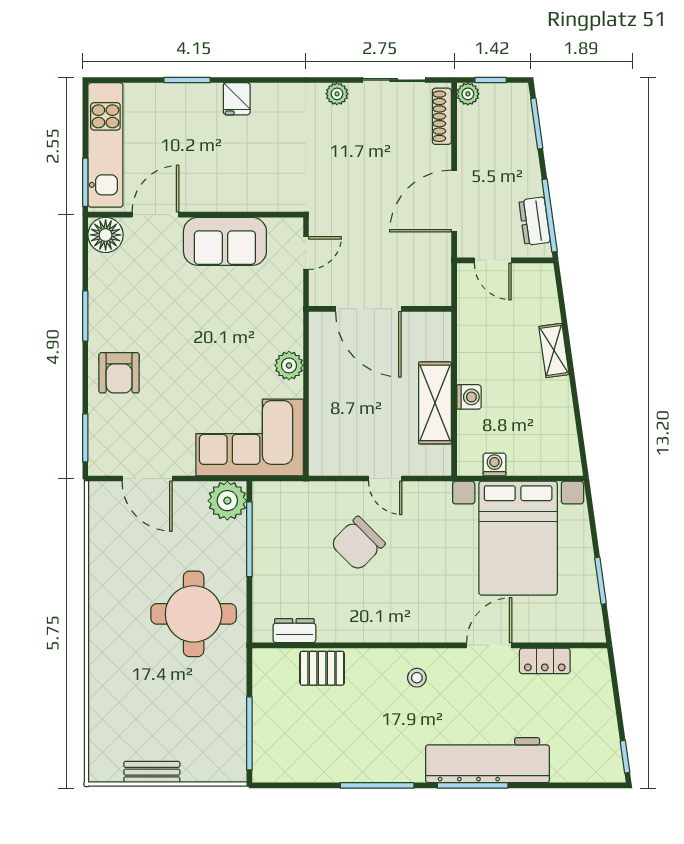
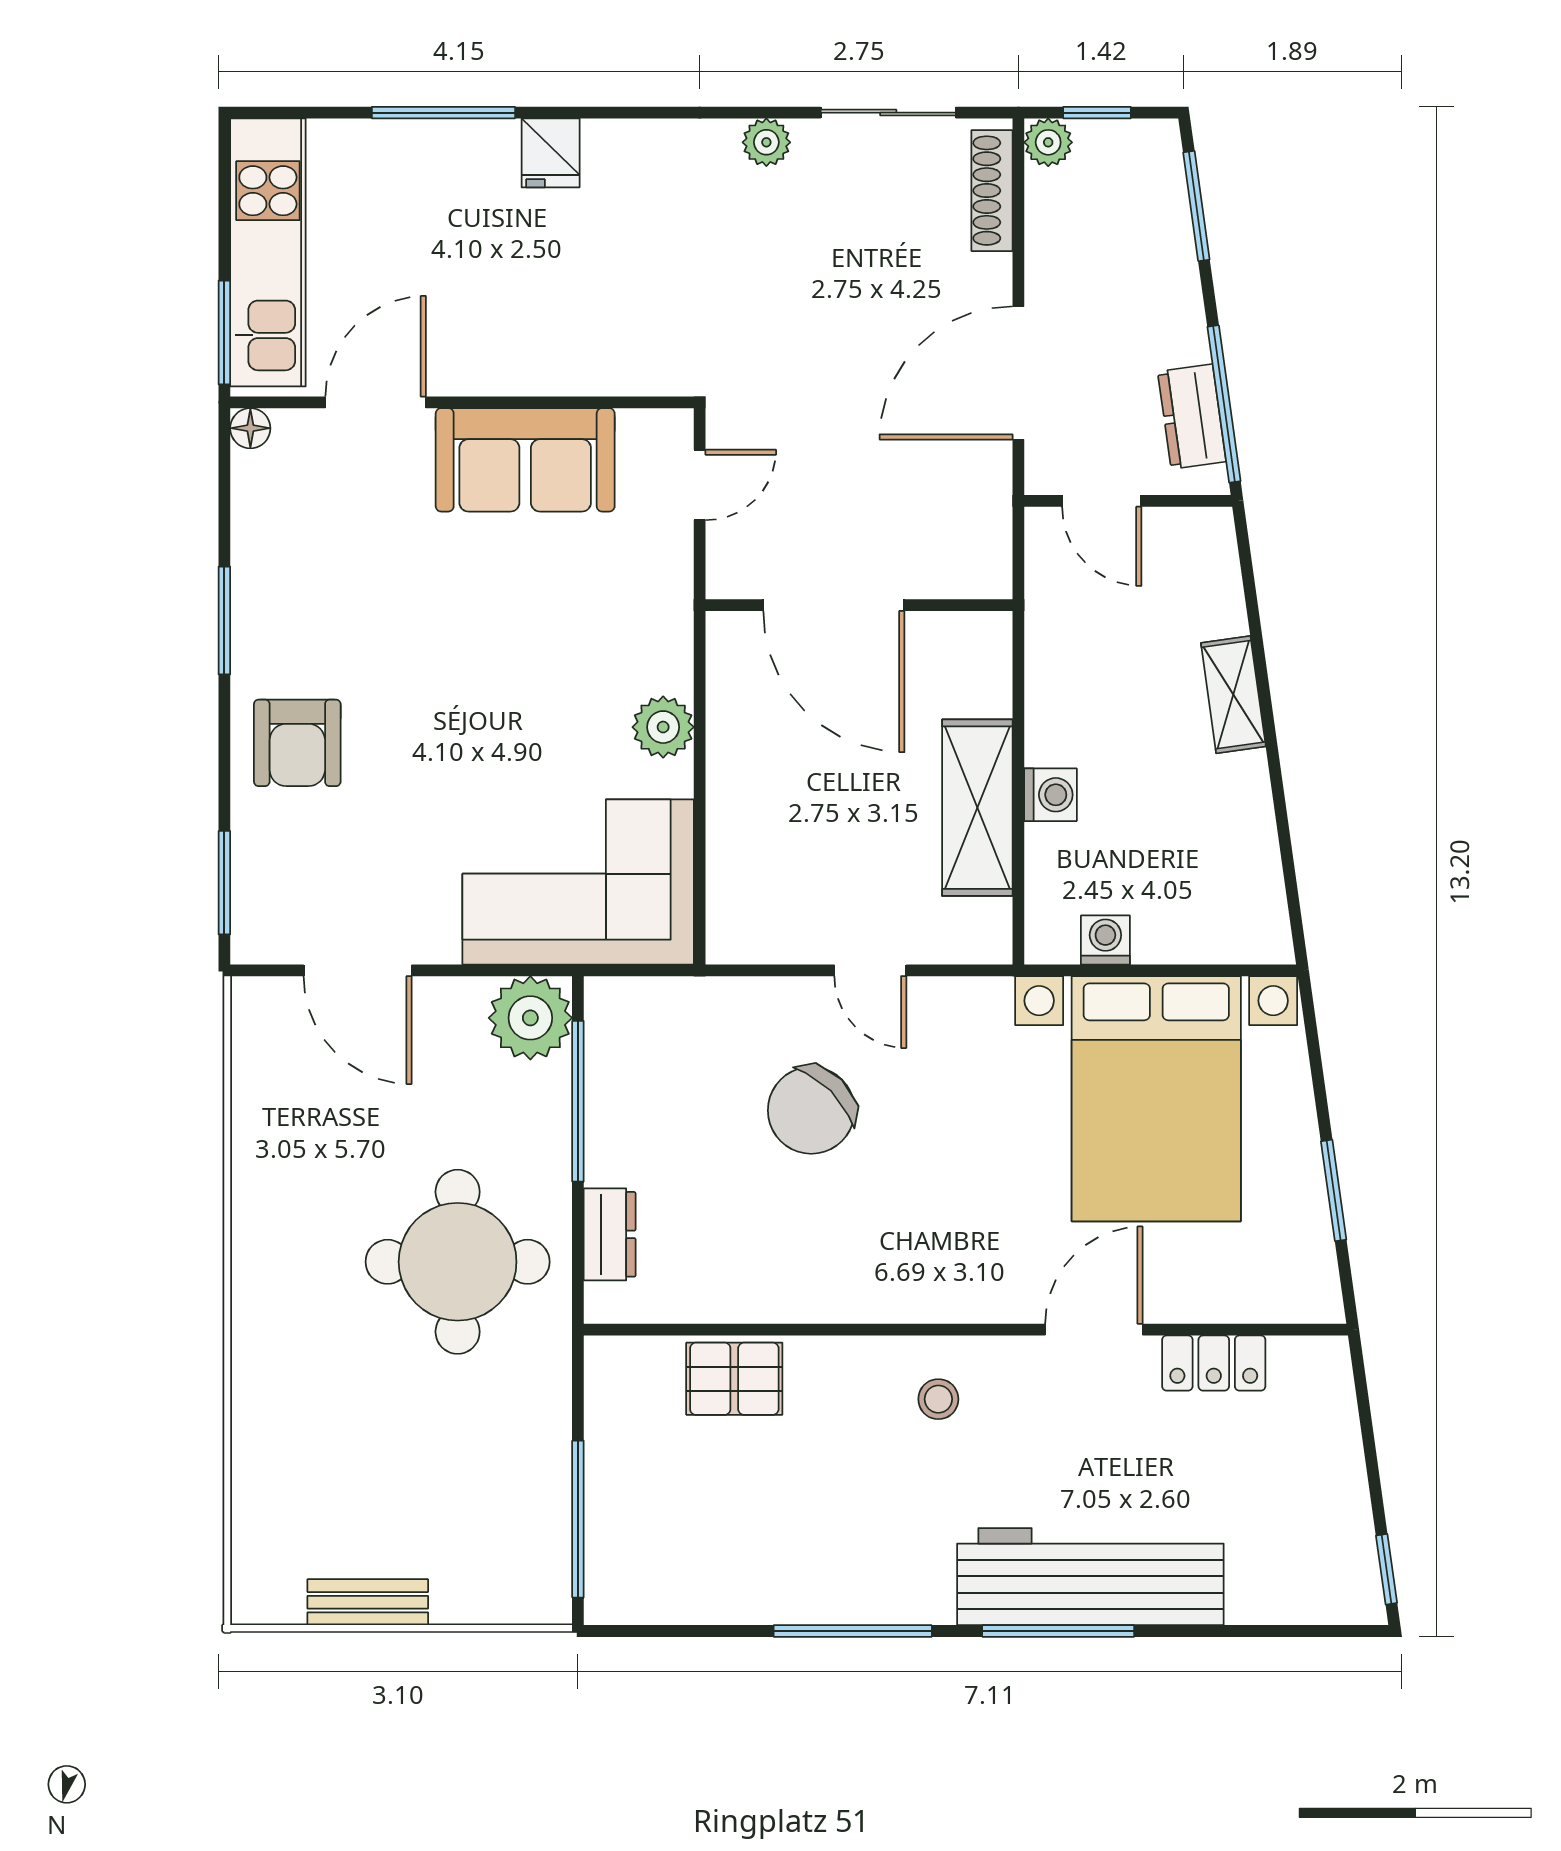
window: (187, 80) -> (443, 113), width x1.44
floor lamp: (106, 235) -> (250, 428), width x0.53, depth x0.53
dresser: (294, 631) -> (610, 1234), moved, turned 90

